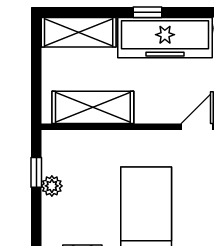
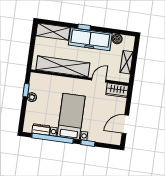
shelving: (93, 107) -> (63, 66), width x1.47

